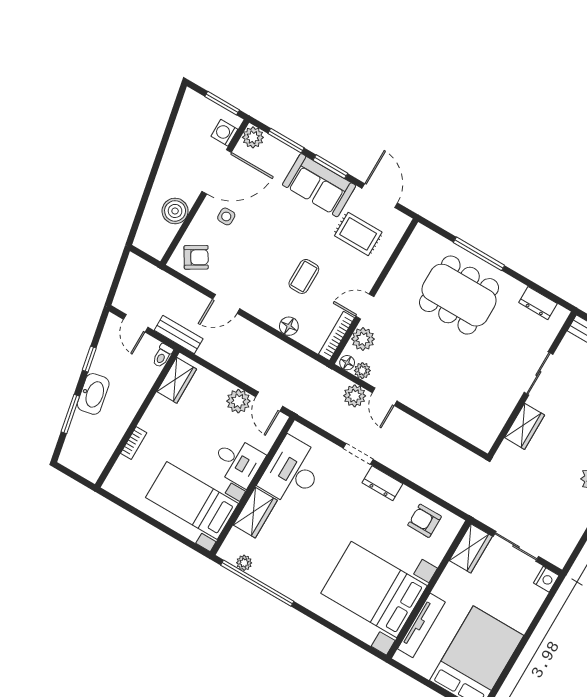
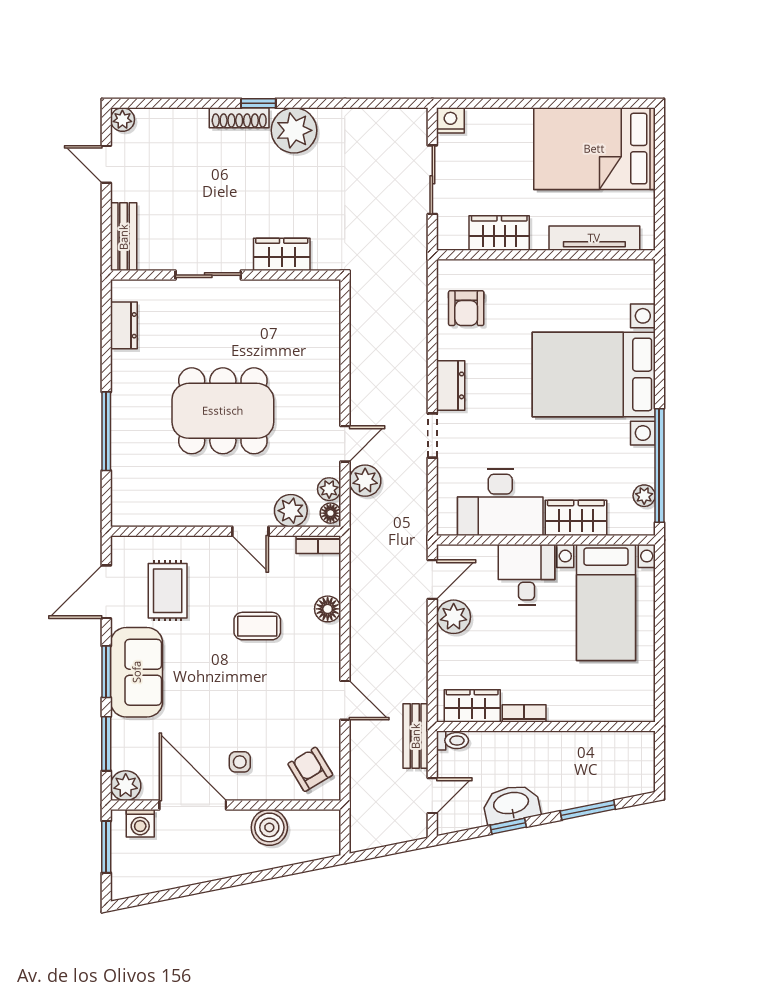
dining table: (459, 295) -> (223, 411), moved, turned 90
bookcase: (337, 336) -> (318, 545), width x0.64
washbasin: (93, 394) -> (511, 804), moved
bookcase: (134, 443) -> (524, 713), moved
wardrobe: (471, 548) -> (499, 233), moved
bed with nightstands: (374, 589) -> (594, 374), moved, turned 90

